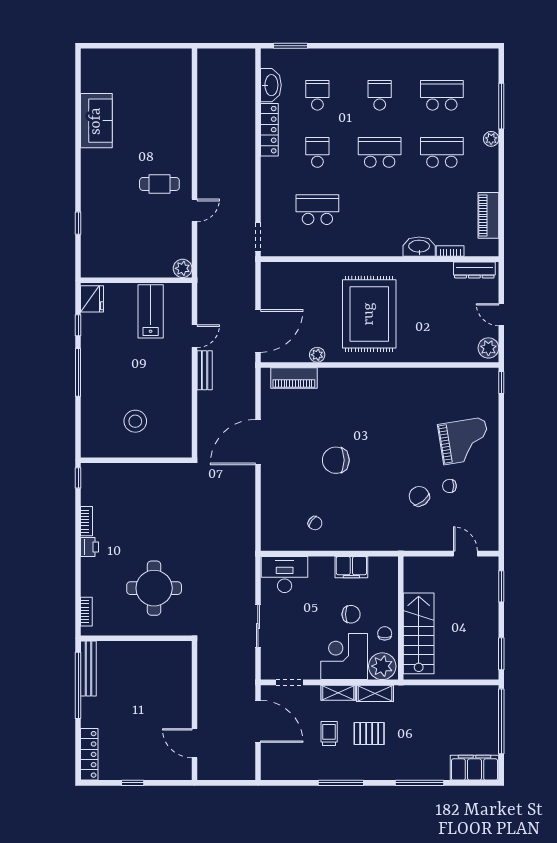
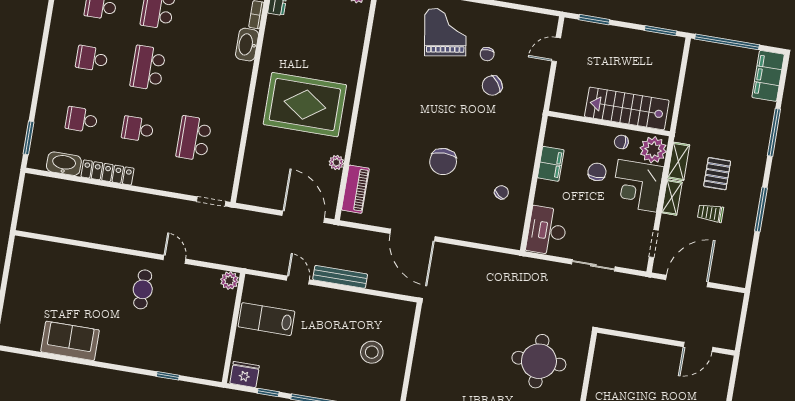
bench: (205, 370) -> (340, 277), width x1.36

